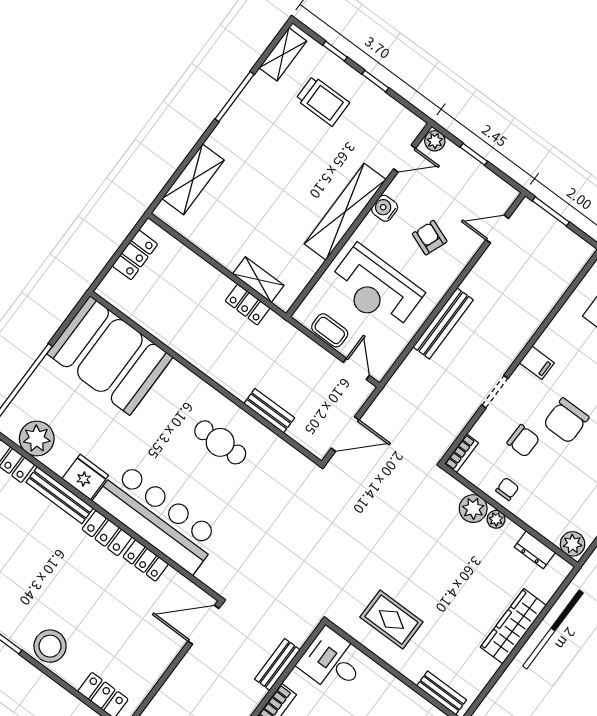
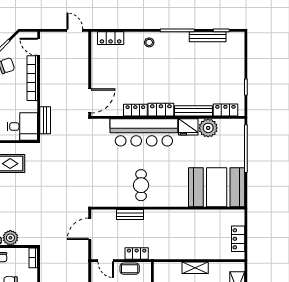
shelving: (258, 280) -> (195, 268), moved
locker: (248, 305) -> (137, 253), moved
plant: (37, 438) -> (208, 128), moved
cafe table: (220, 442) -> (141, 185), turned 90
stool: (50, 646) -> (149, 42), width x0.53, depth x0.53
bench: (277, 664) -> (45, 120), moved

